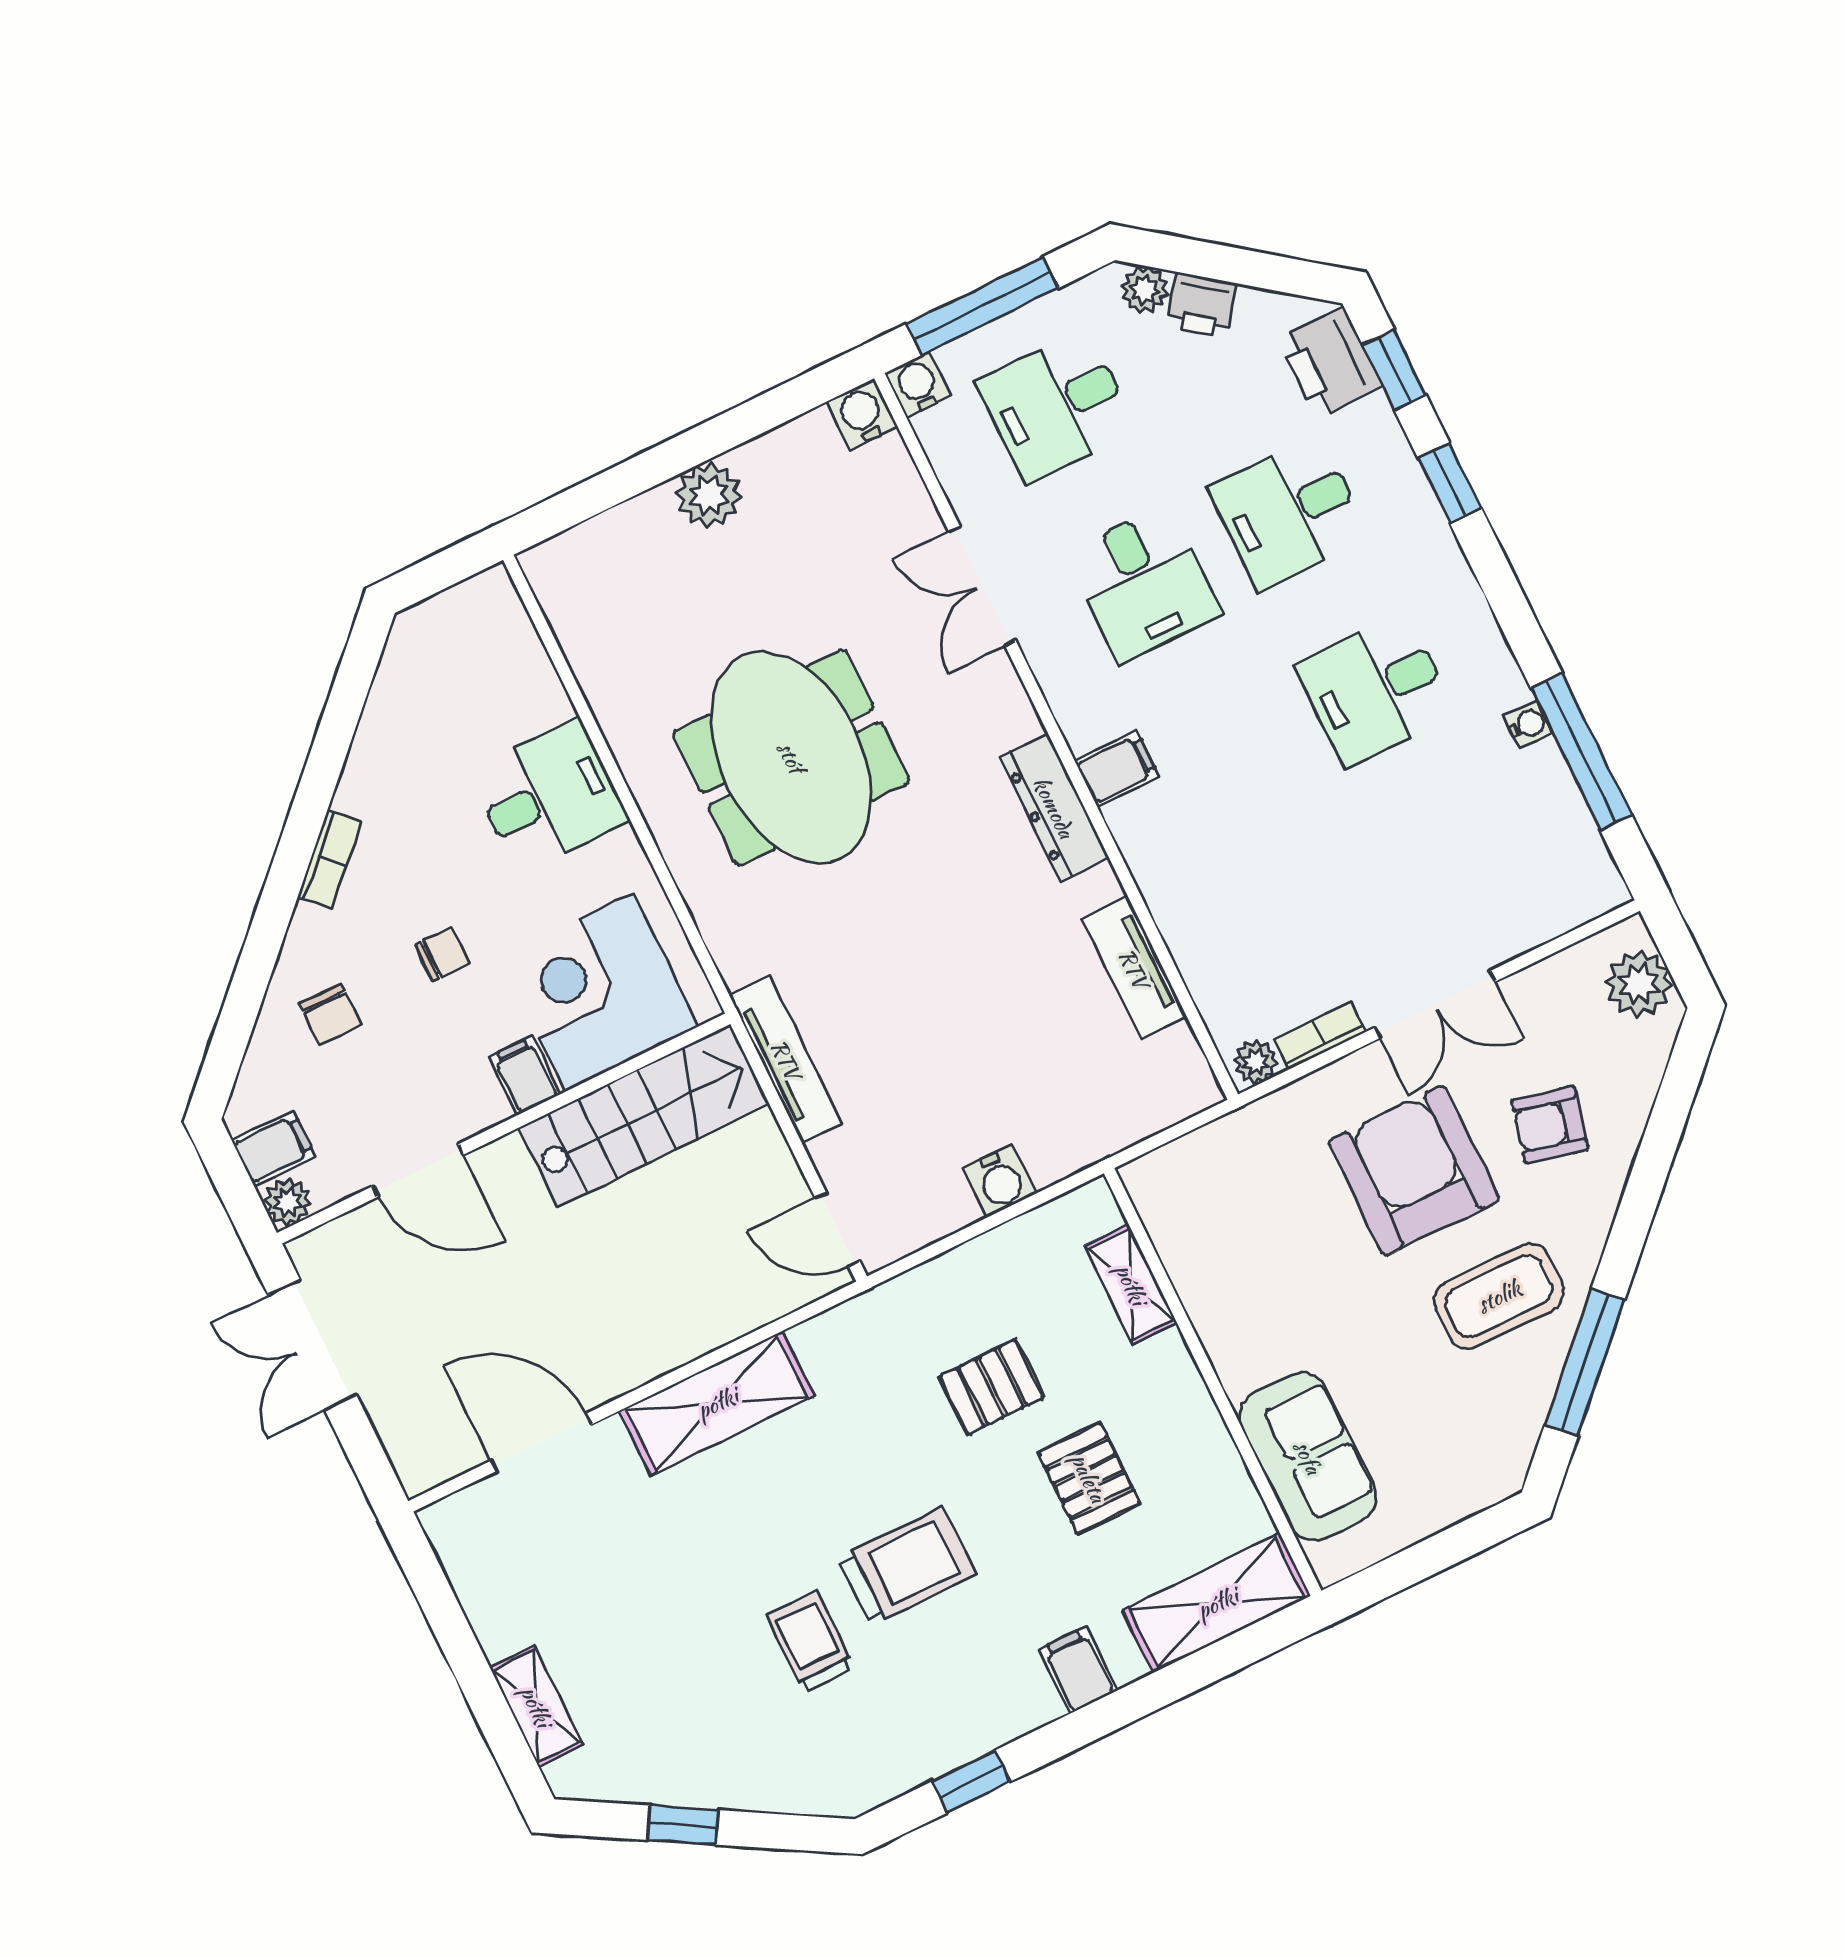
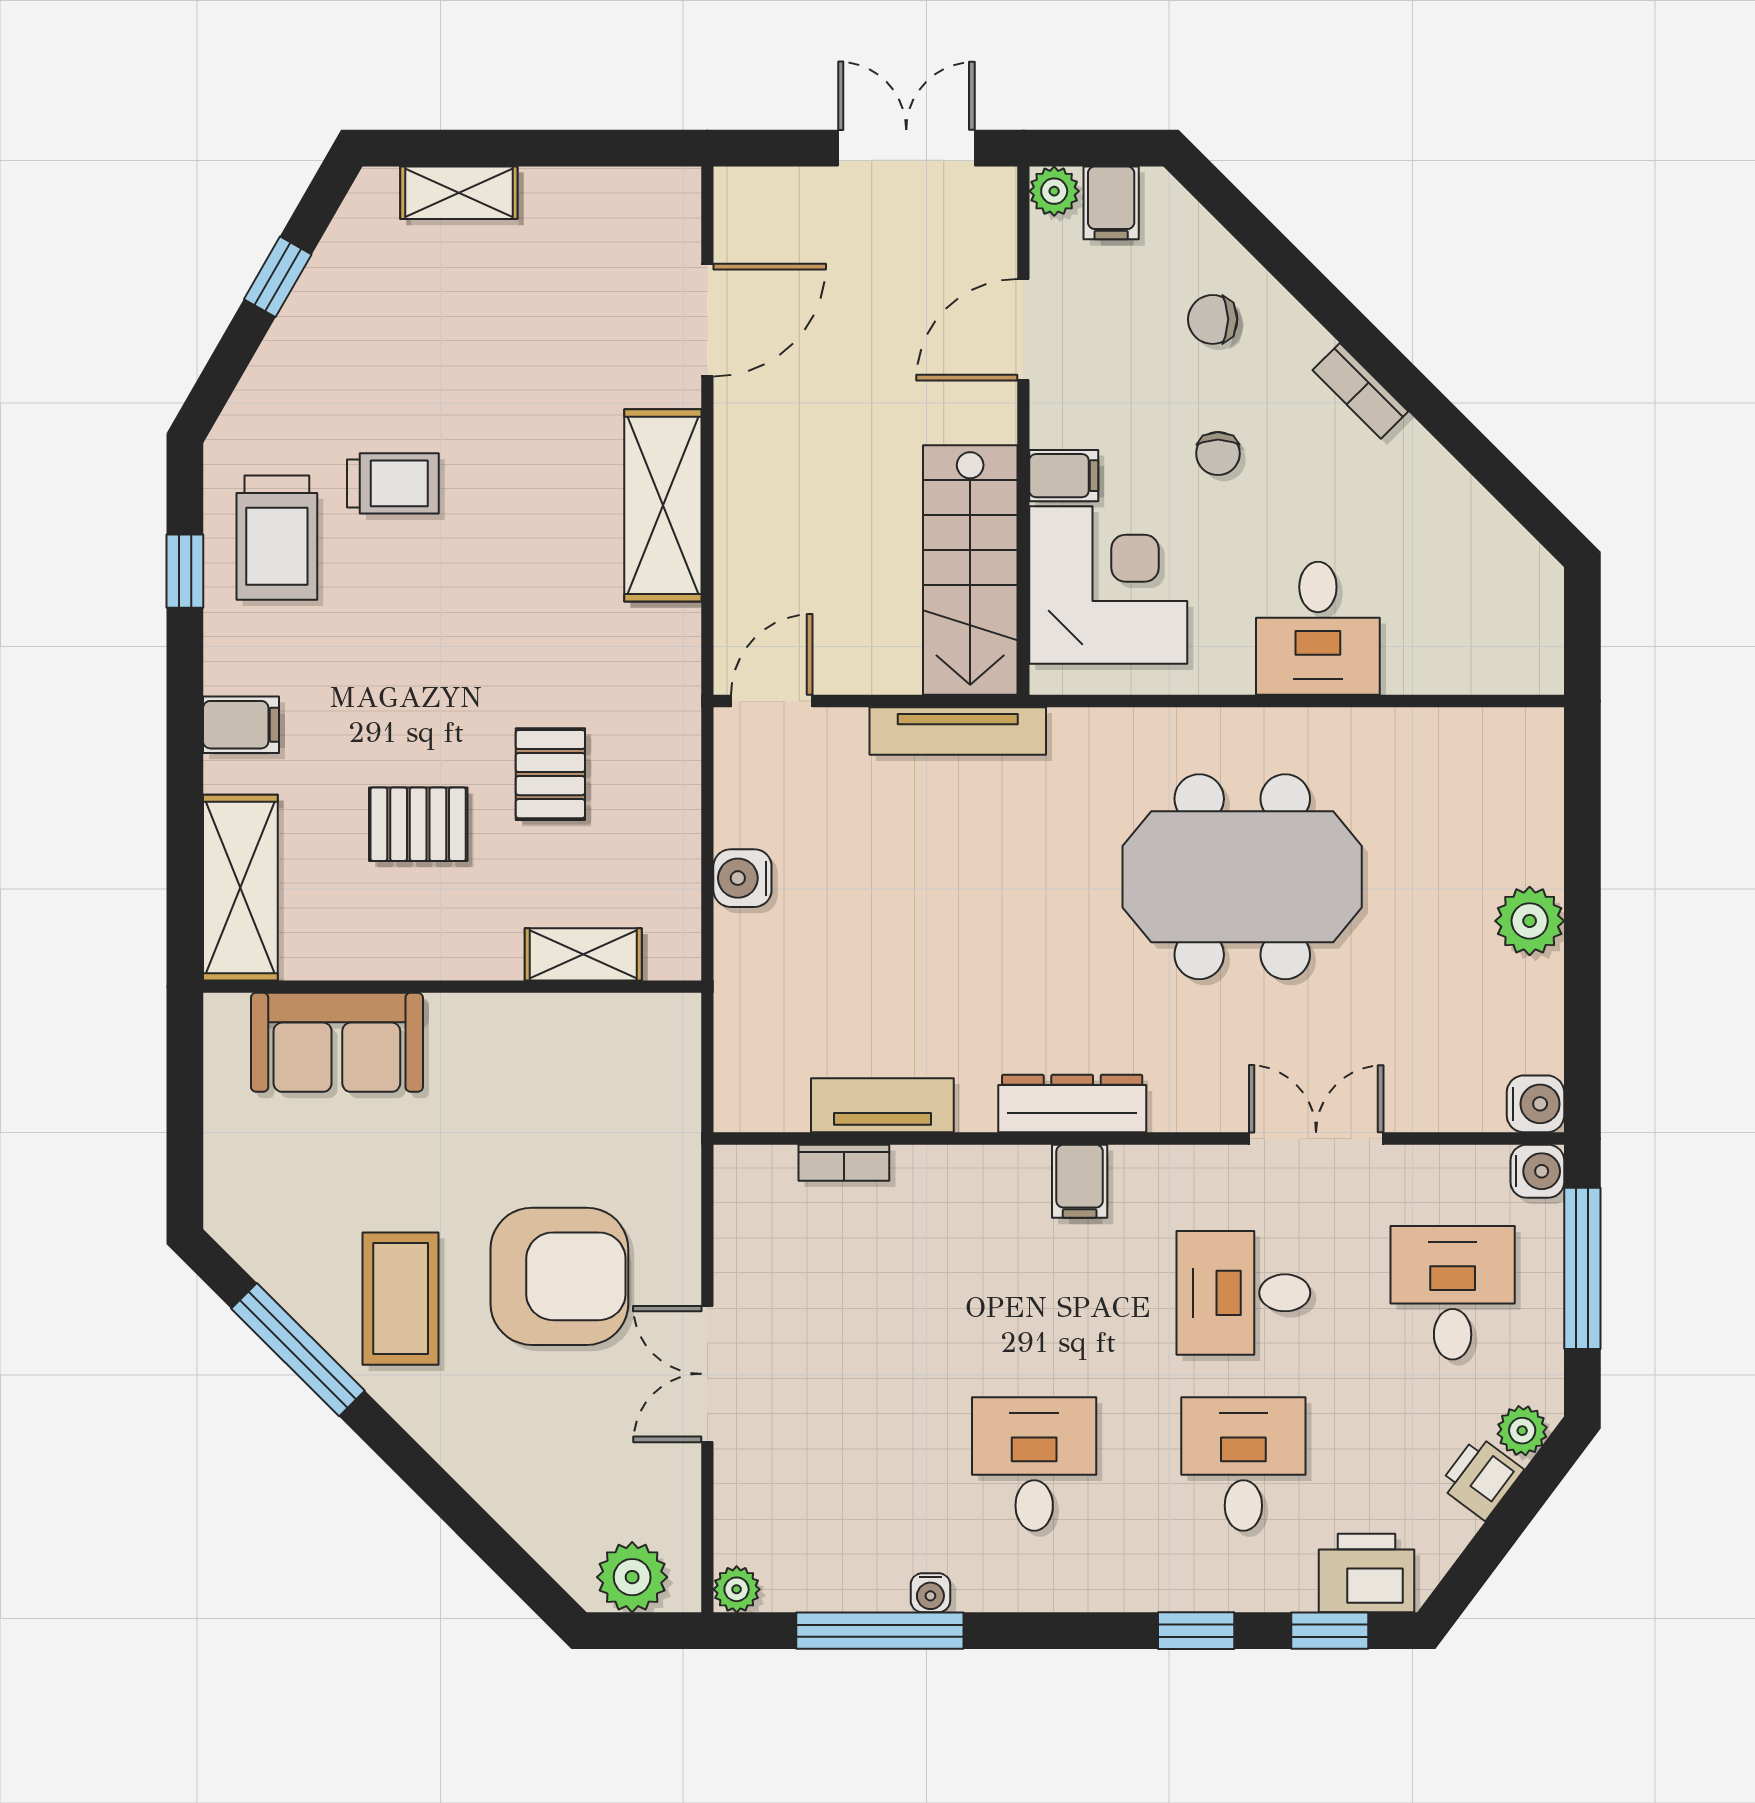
bookcase: (1320, 1036) -> (844, 1163), moved, turned 90
plant: (1256, 1062) -> (737, 1589), moved
armchair: (1550, 1125) -> (540, 1427), removed
trolley: (907, 1566) -> (277, 538), moved

